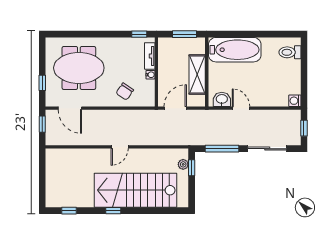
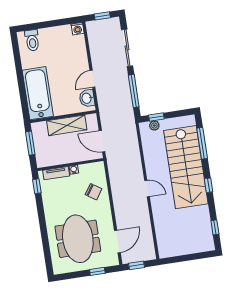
window: (157, 211) -> (202, 143), added

